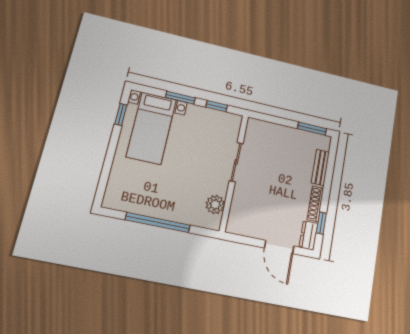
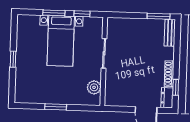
window: (121, 114) -> (13, 59), moved
bed with nightstands: (151, 128) -> (61, 41), moved
bench: (320, 167) -> (170, 33), moved
window: (158, 223) -> (56, 107), width x0.47

